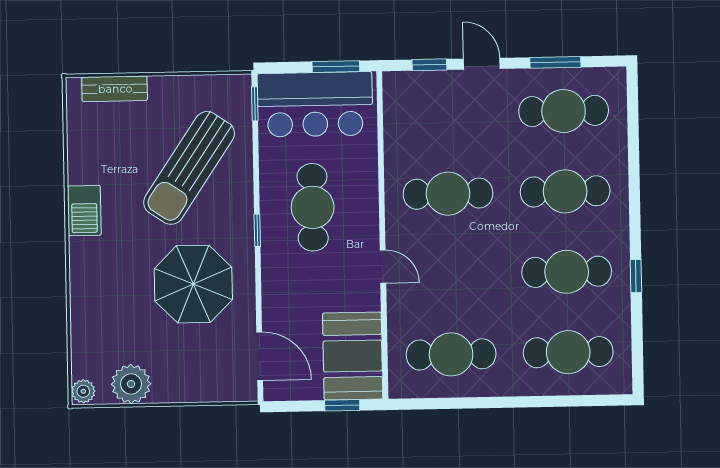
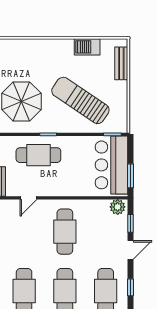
window: (555, 62) -> (130, 287), width x0.67
plant: (397, 91) -> (118, 207), added
cafe table: (313, 207) -> (38, 155), moved
barbecue: (84, 211) -> (87, 47), moved

